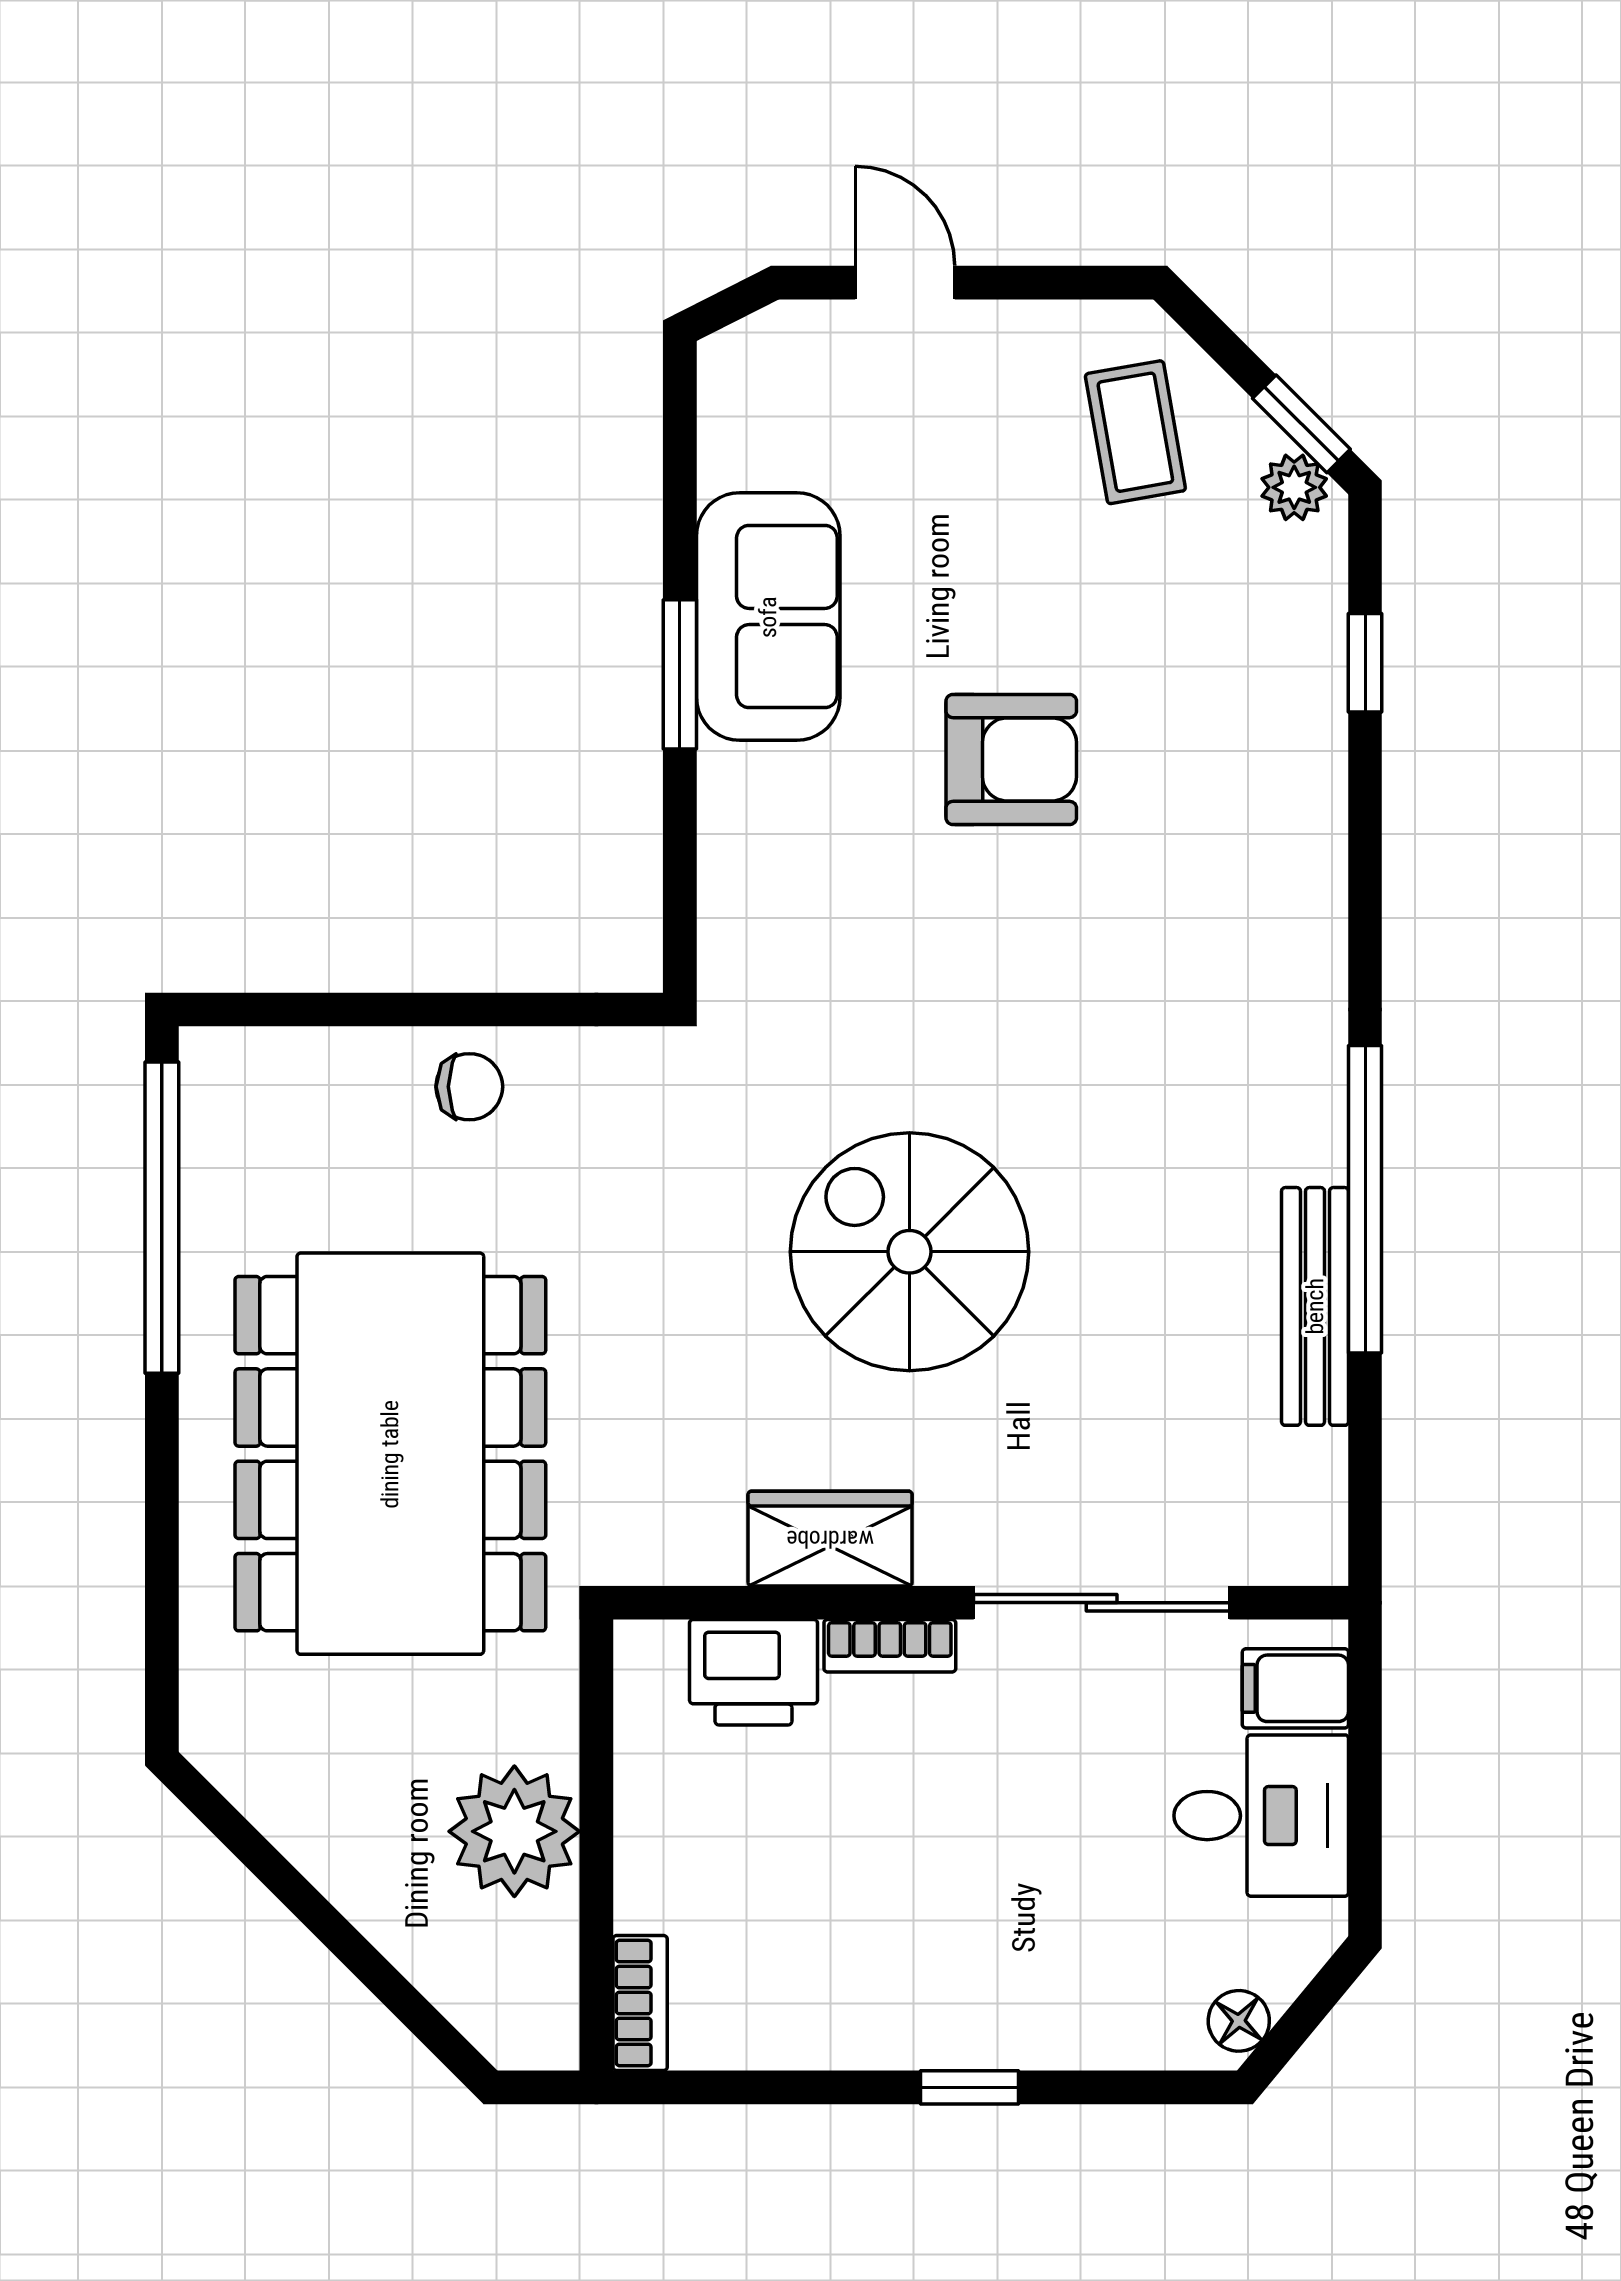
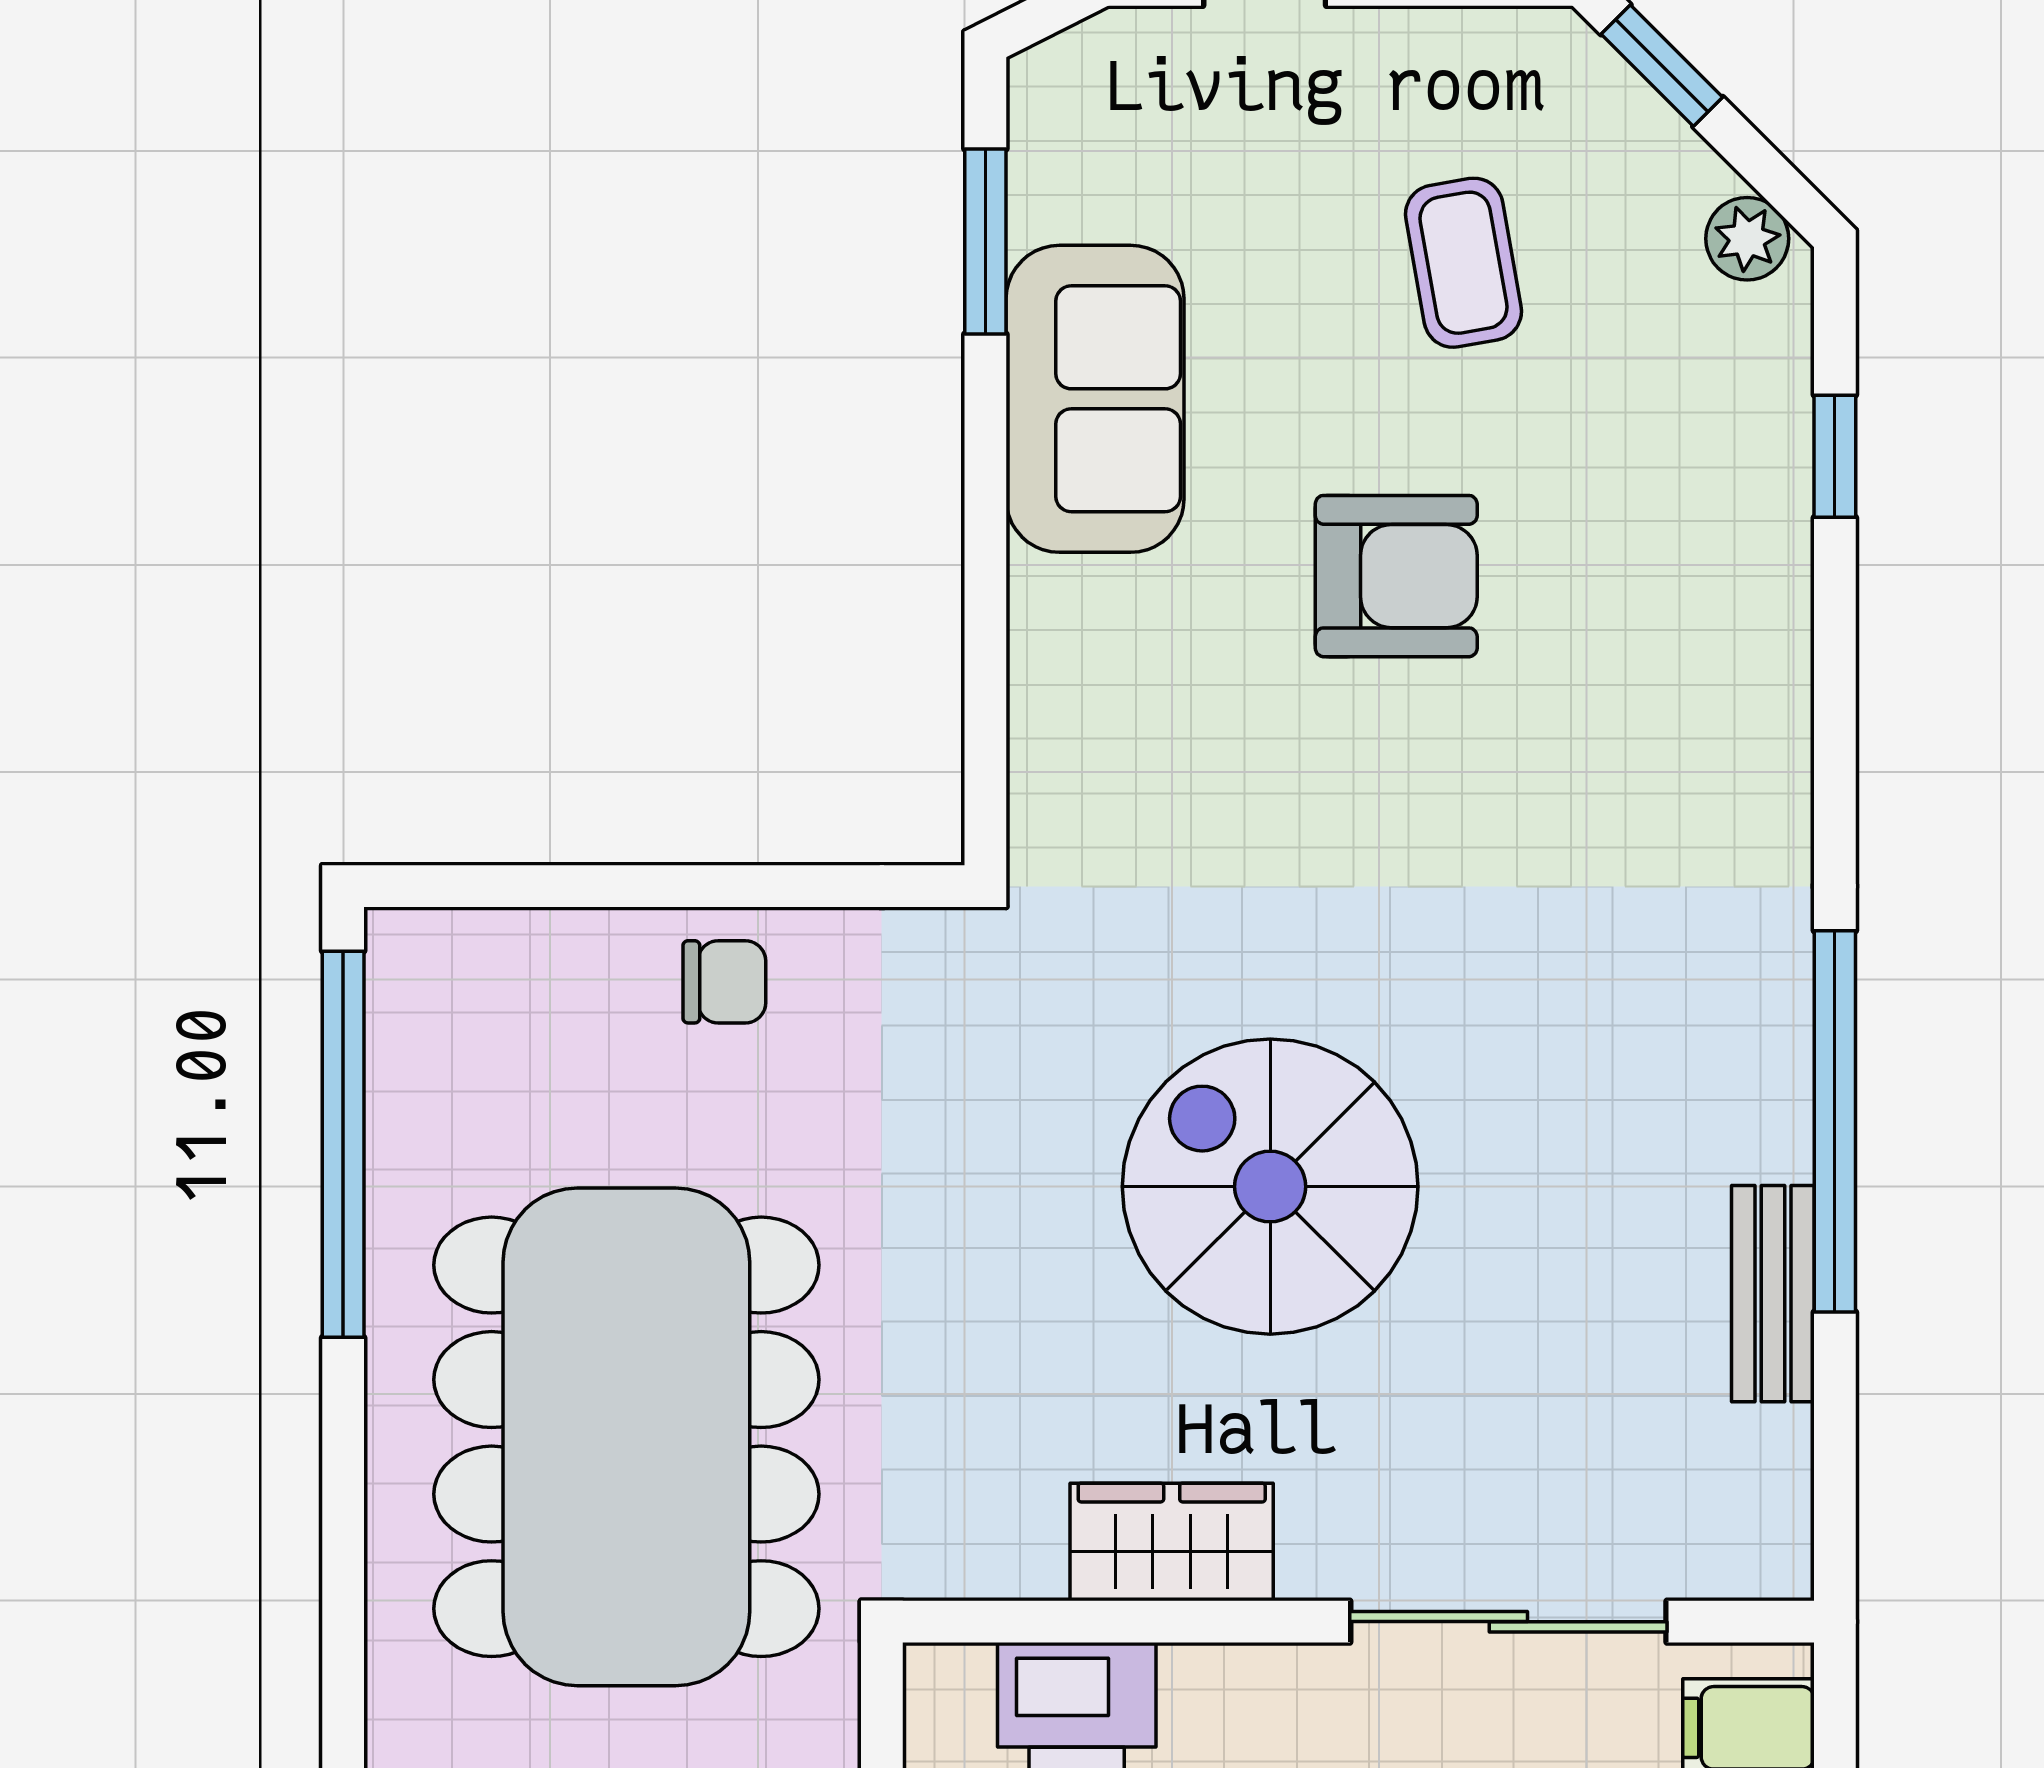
window: (1301, 424) -> (1662, 66), moved
coffee table: (1135, 432) -> (1464, 263), moved
window: (680, 674) -> (985, 241), moved
bench: (1315, 1306) -> (1773, 1294), width x0.73
bookcase: (890, 1646) -> (1246, 1675), removed

